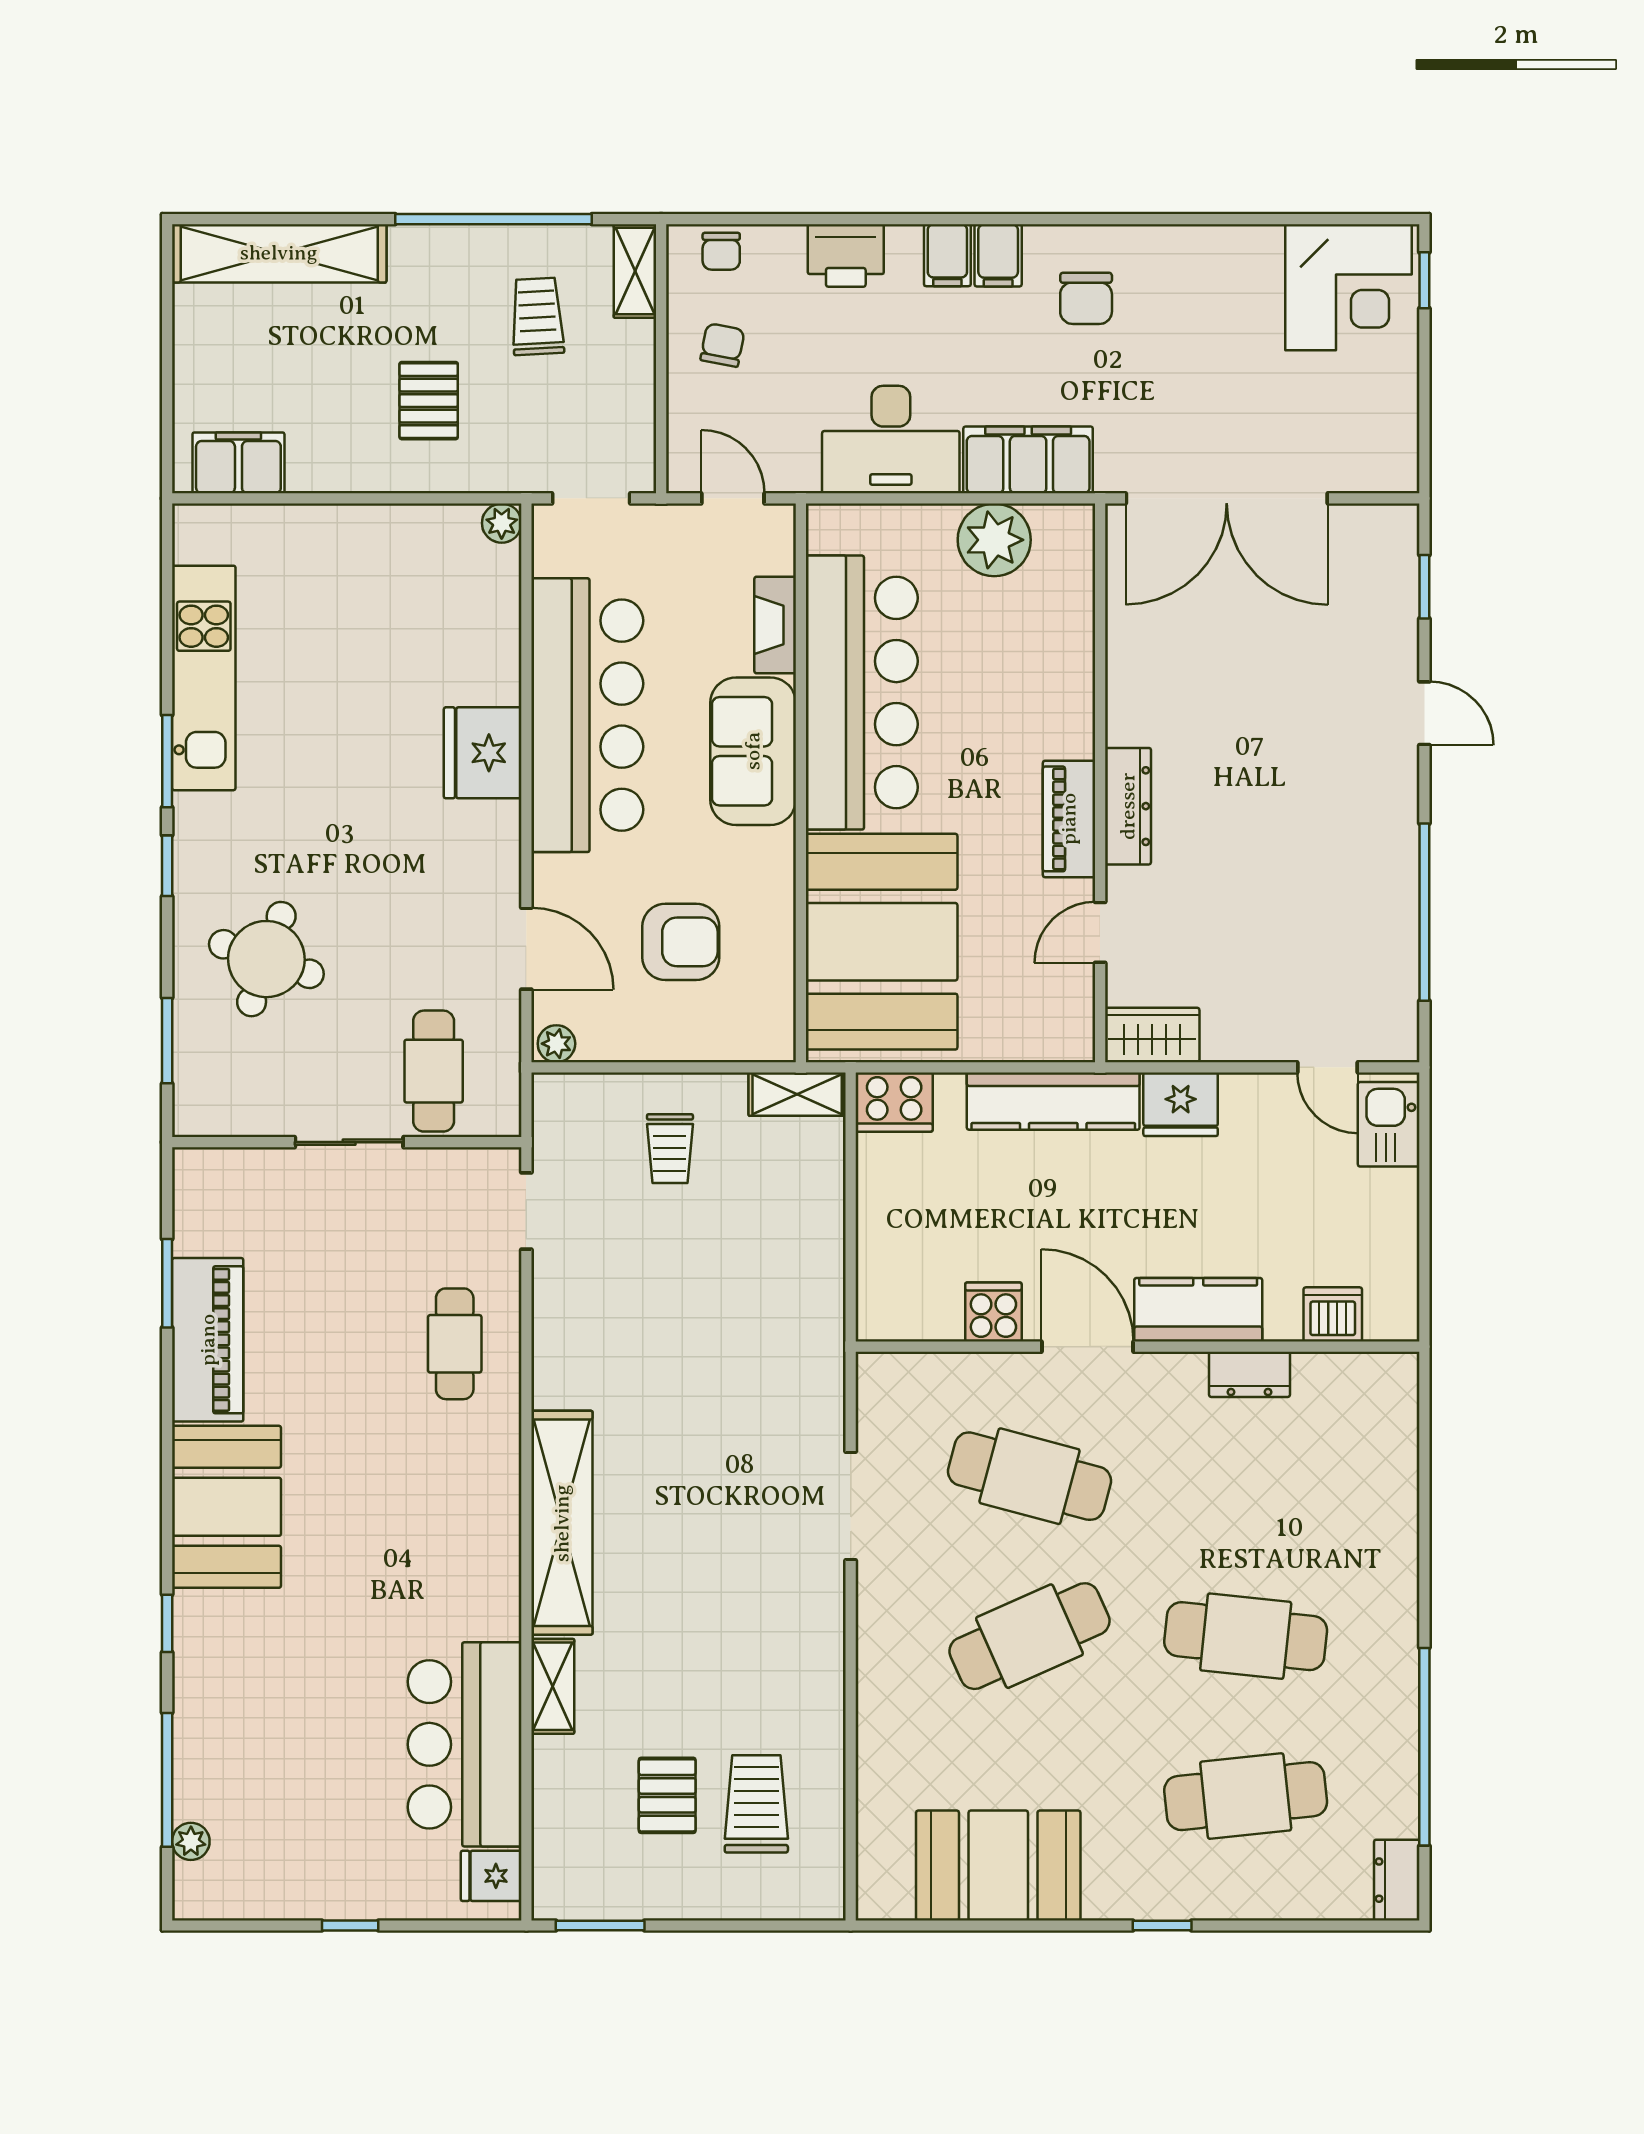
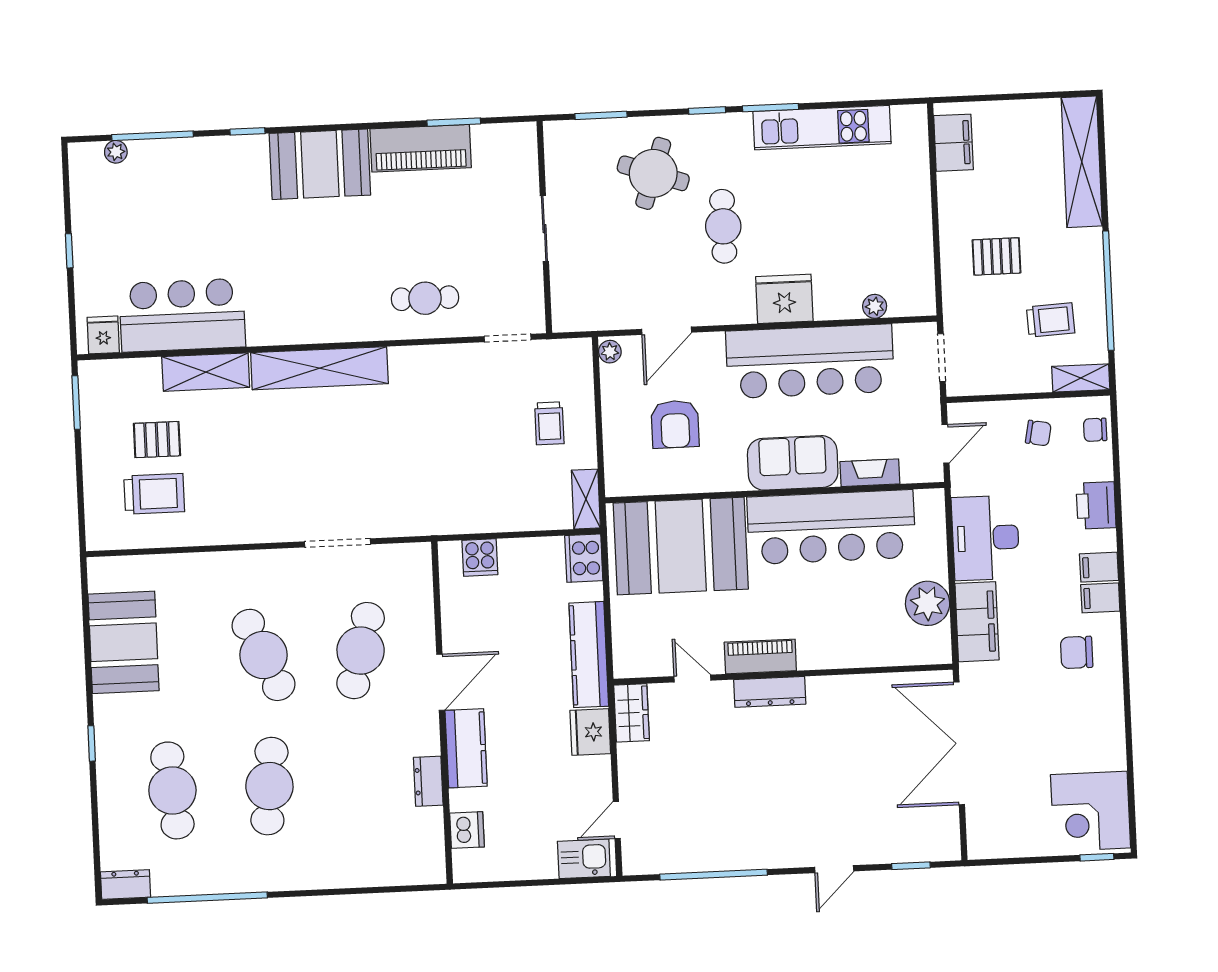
plant: (502, 523) -> (875, 306), moved
cafe table: (434, 1071) -> (723, 226), moved, turned 90
trolley: (670, 1149) -> (549, 423), turned -90
cooker: (993, 1312) -> (480, 557), moved, turned 90
shelving: (553, 1686) -> (206, 372), width x1.50, depth x1.33

